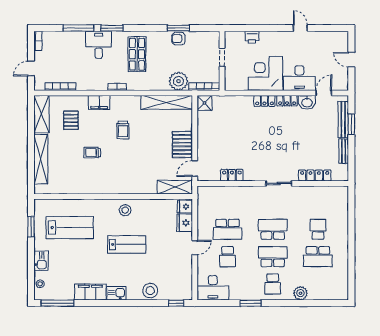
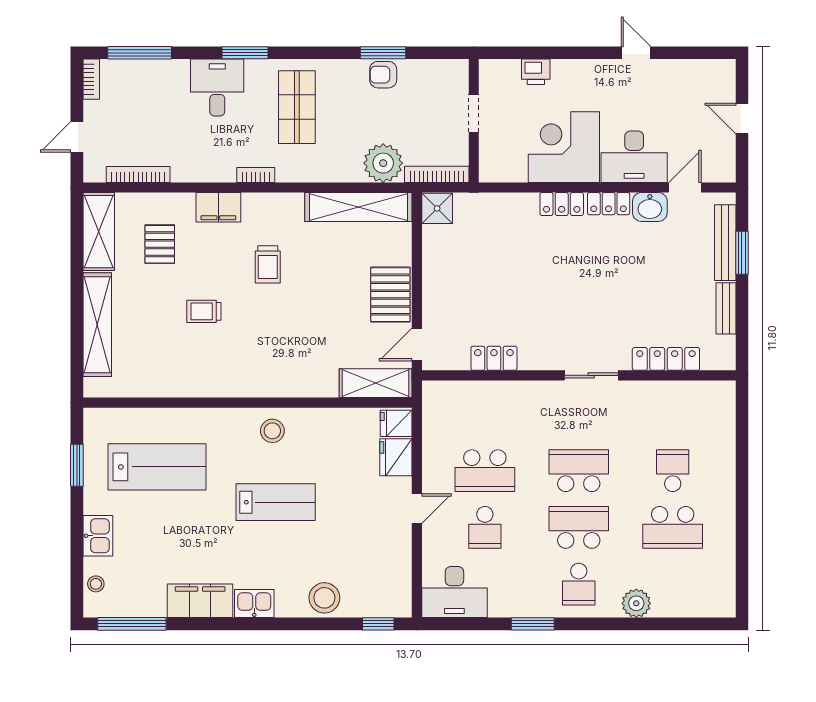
window: (79, 28) -> (140, 53), moved

